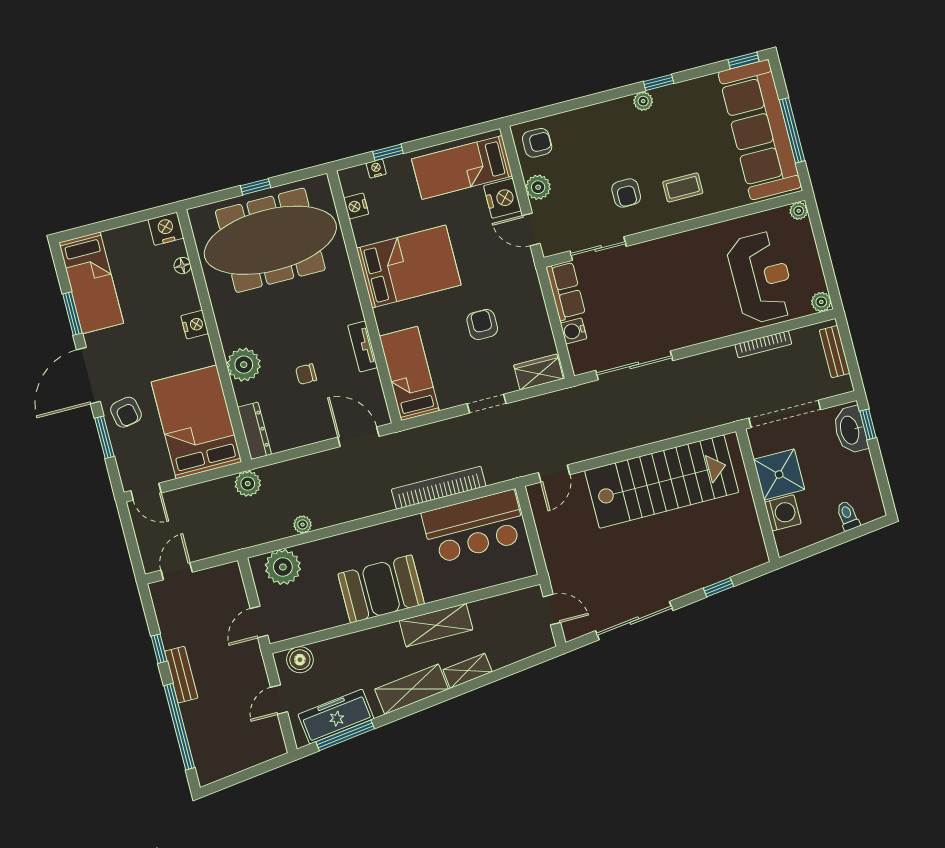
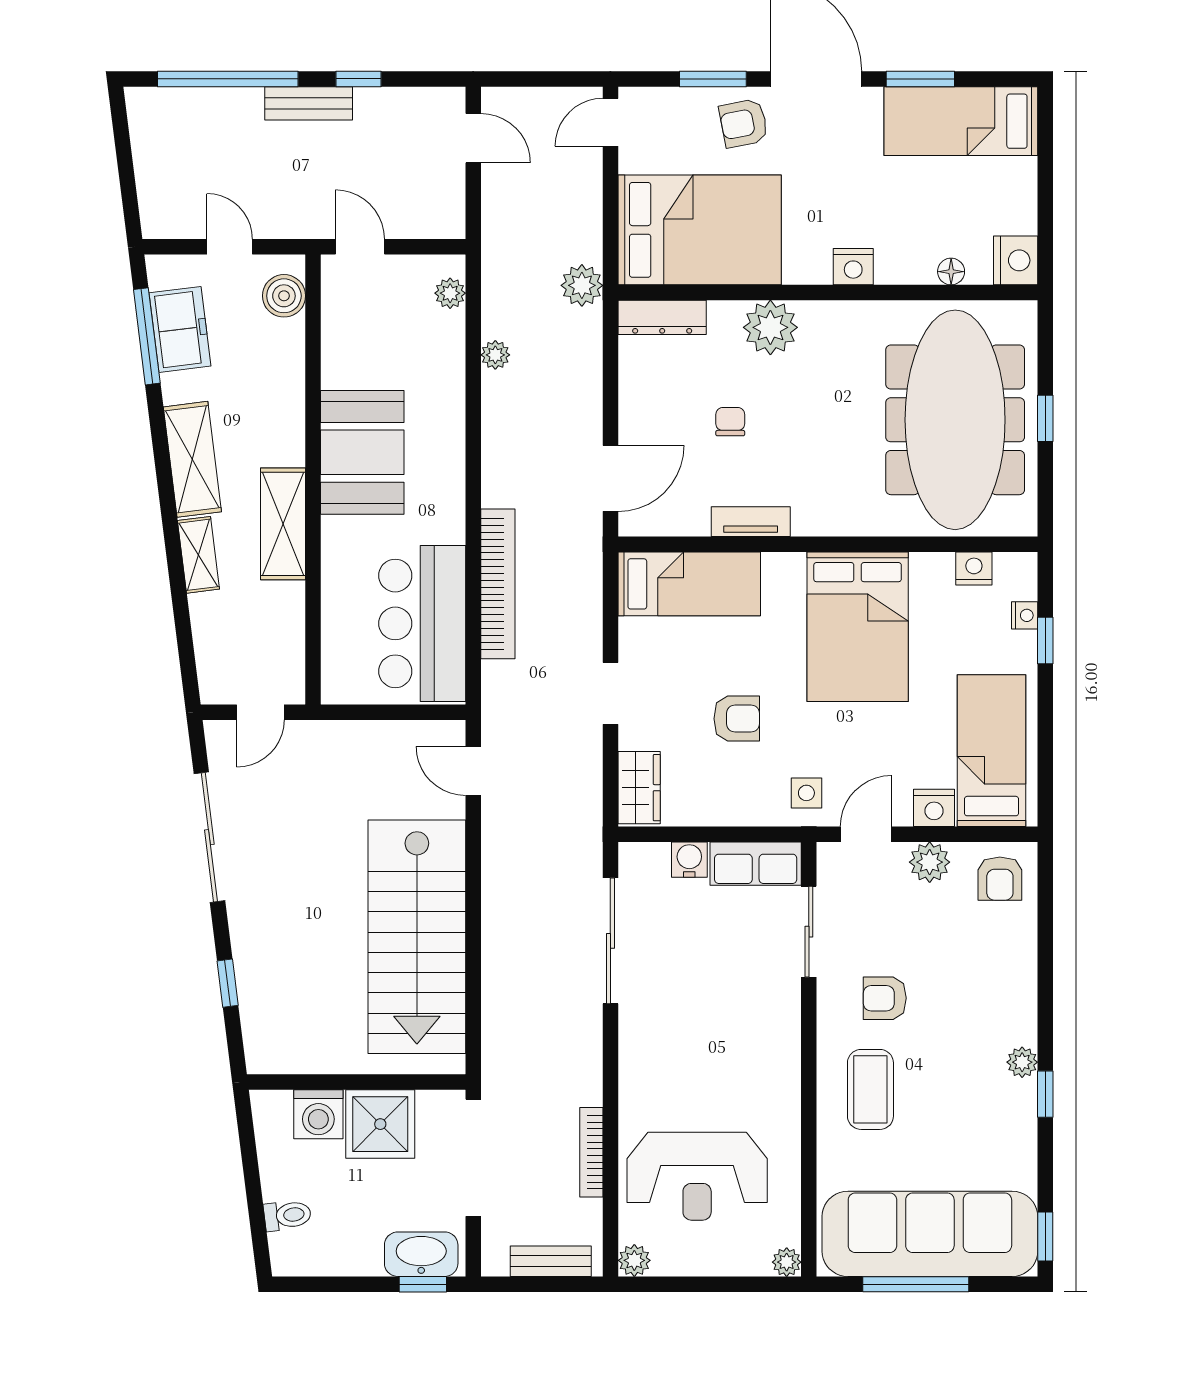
coffee table: (683, 187) -> (870, 1089), width x1.36, depth x1.30
nightstand: (503, 198) -> (934, 808), width x0.74, depth x0.75
side table: (516, 271) -> (806, 793), added
plant: (283, 567) -> (450, 293), width x0.53, depth x0.53
freezer: (336, 717) -> (180, 329), width x0.71

